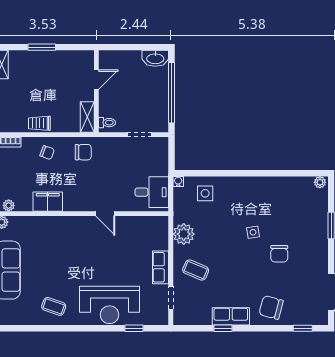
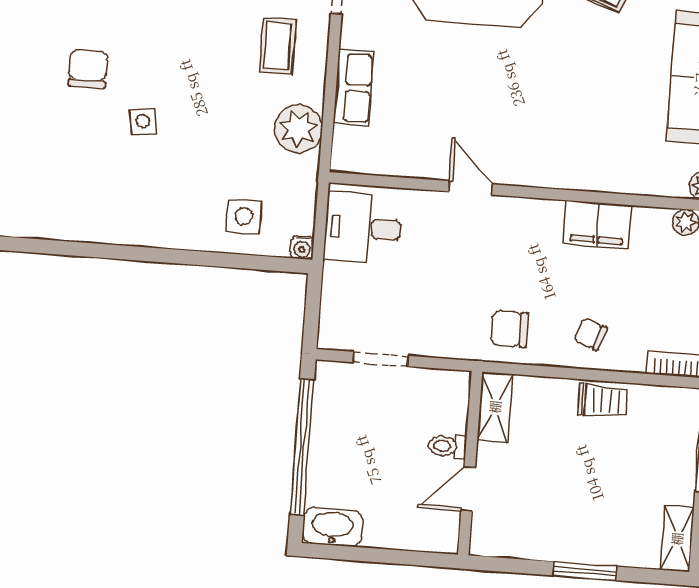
toilet: (107, 123) -> (447, 446), moved
row of seats: (161, 267) -> (354, 88), moved
coffee table: (196, 270) -> (278, 46), turned 67

